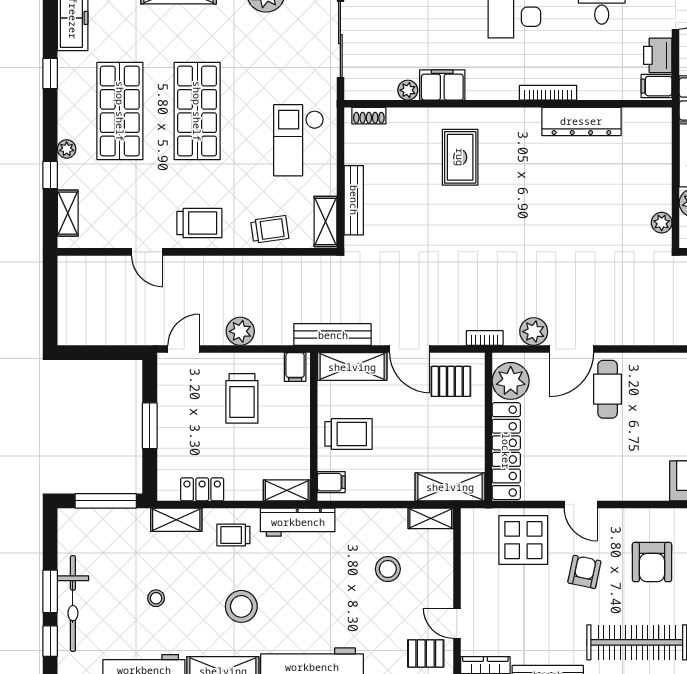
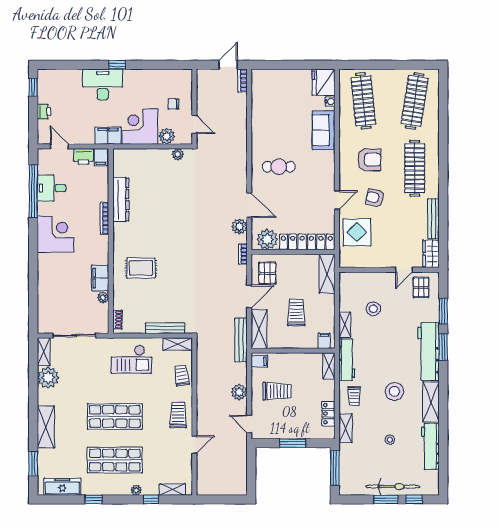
cafe table: (608, 389) -> (279, 167), moved
trolley: (349, 434) -> (296, 312), moved
shelving: (431, 518) -> (345, 325), moved

